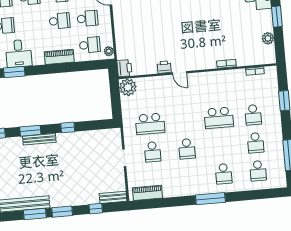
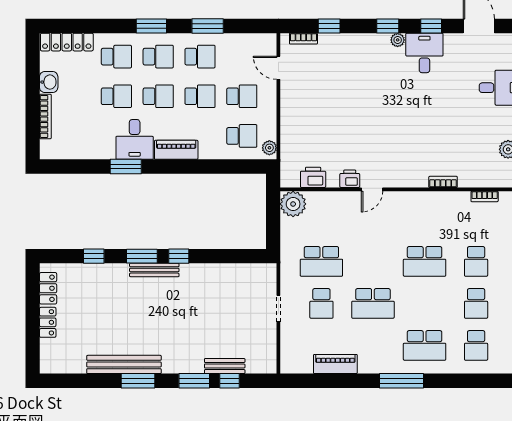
school desk: (32, 23) -> (158, 96), added
piano: (59, 57) -> (176, 150), moved
printer: (124, 68) -> (313, 177), moved, turned -90
door: (180, 73) -> (372, 189), hinge flipped
window: (68, 127) -> (179, 256), moved
school desk: (187, 149) -> (373, 303), width x1.85
school desk: (224, 174) -> (425, 345), width x1.85
piano: (147, 193) -> (335, 364), moved
bench: (113, 197) -> (225, 366), moved
window: (62, 212) -> (194, 381), moved

